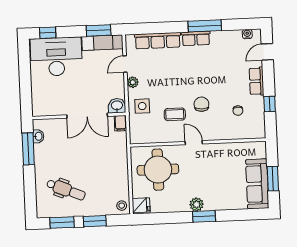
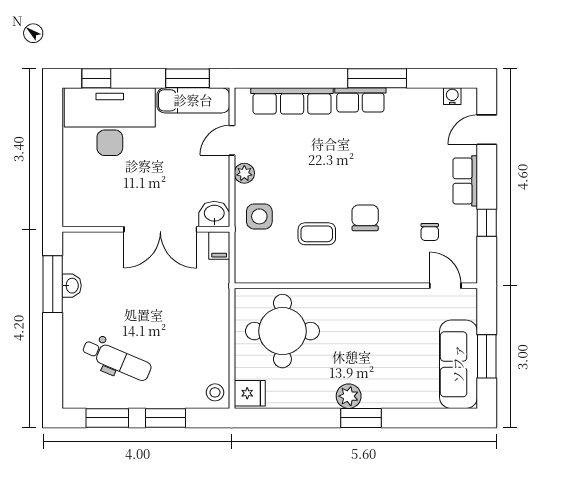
washbasin: (38, 136) -> (72, 286), moved
door: (194, 143) -> (445, 286), moved

